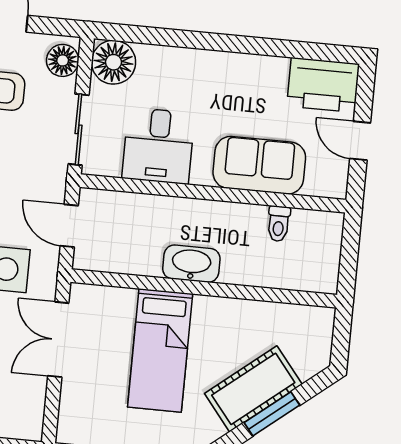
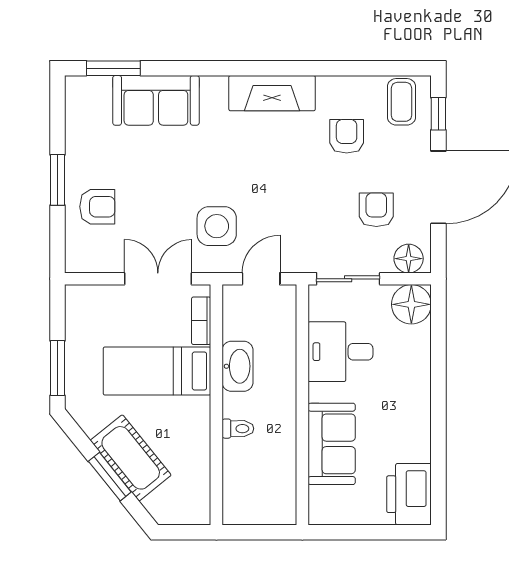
door: (360, 141) -> (362, 532), removed
toilet: (279, 224) -> (238, 429), moved, turned 180
washbasin: (191, 264) -> (238, 366), moved
bookcase: (109, 296) -> (201, 321), added

